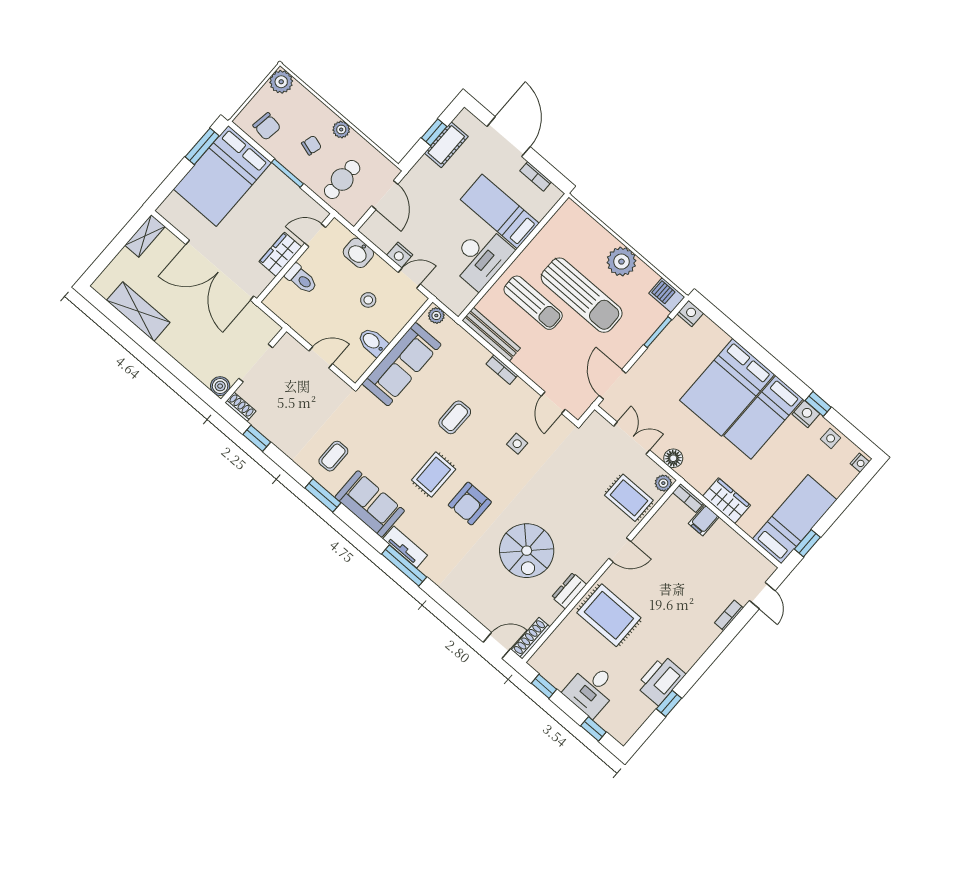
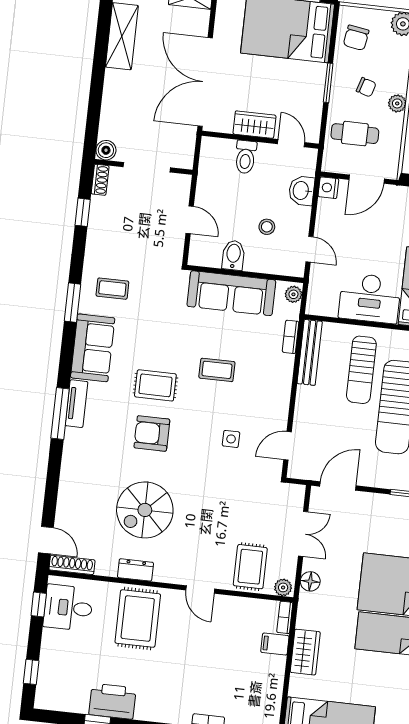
nightstand: (400, 255) -> (328, 188), moved
bookcase: (502, 370) -> (291, 337), moved
desk: (591, 689) -> (68, 608), moved

